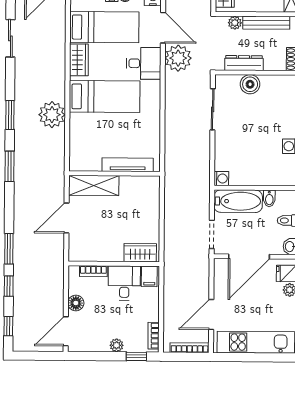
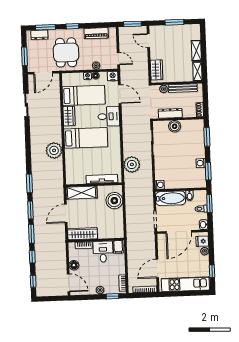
plant: (178, 58) -> (132, 165), moved
window: (10, 115) -> (30, 210), moved
boiler: (146, 201) -> (114, 201), added
wardrobe: (140, 253) -> (83, 234), moved, width x1.50
door: (66, 331) -> (68, 283), swing flipped

